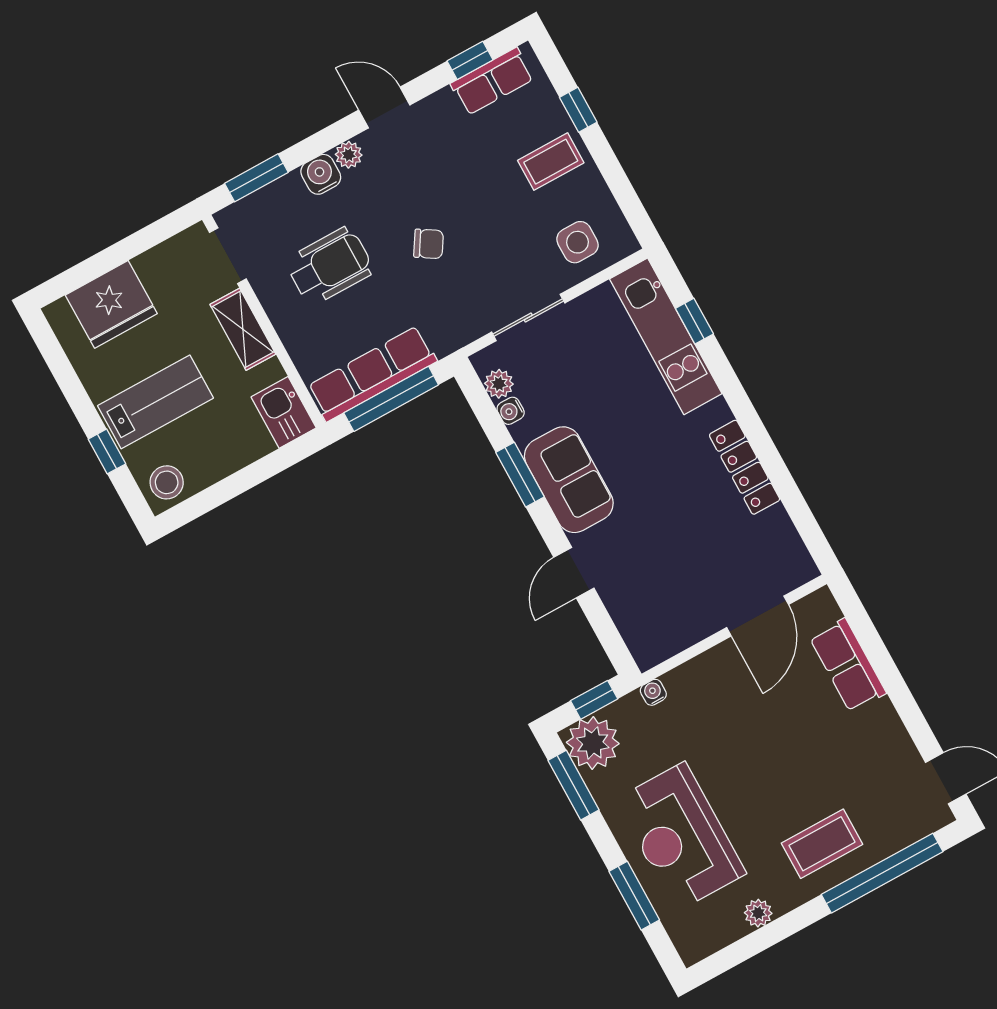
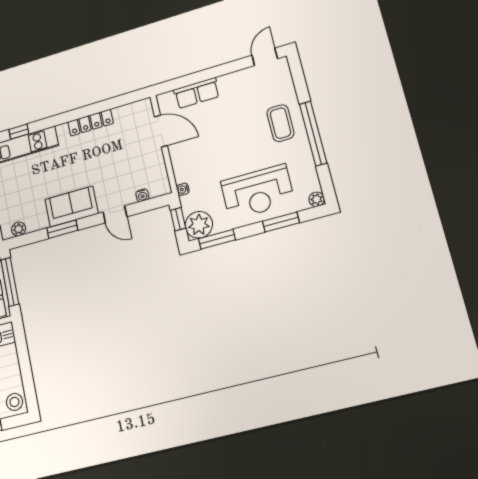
water cooler: (511, 411) -> (142, 195), moved
window: (882, 873) -> (313, 133), moved
plant: (758, 913) -> (317, 199), moved

